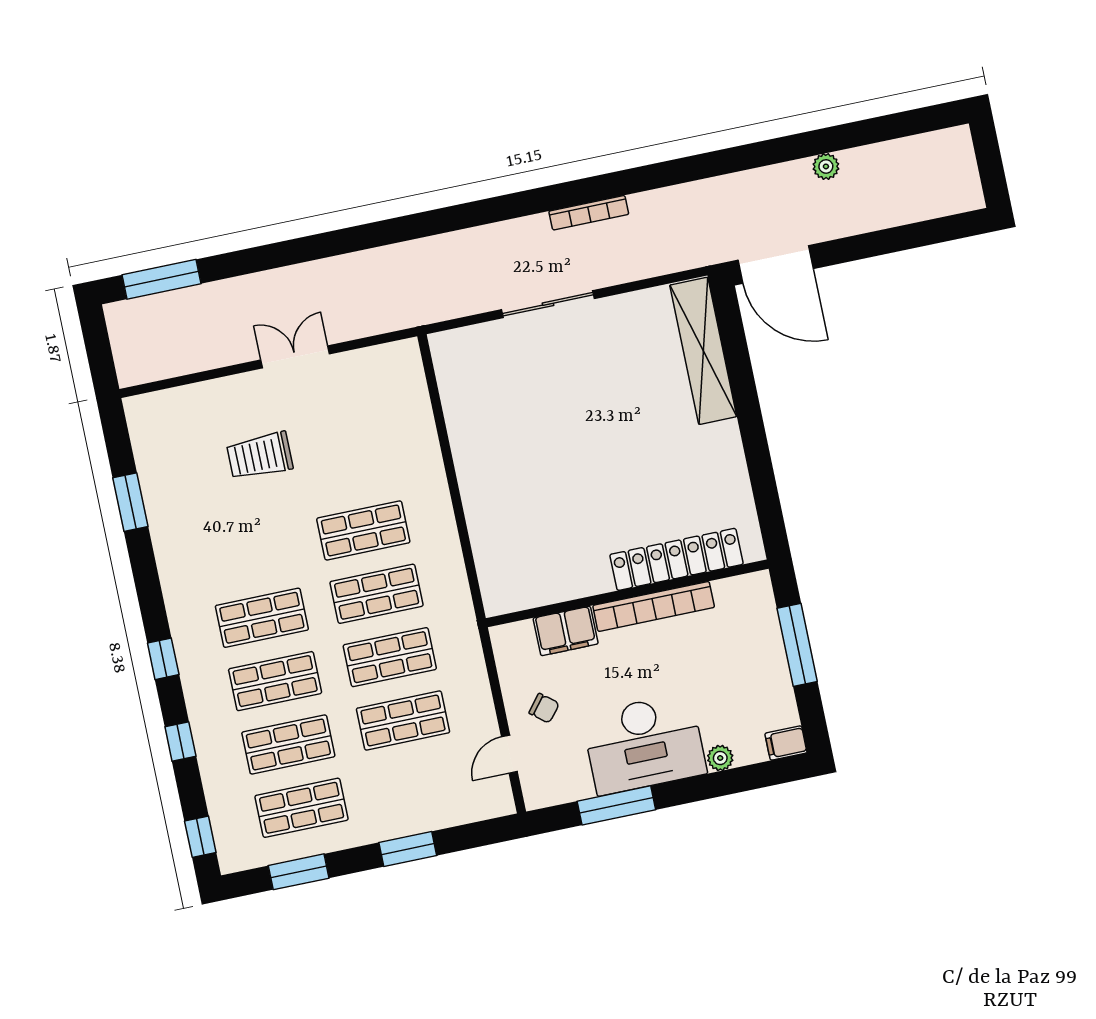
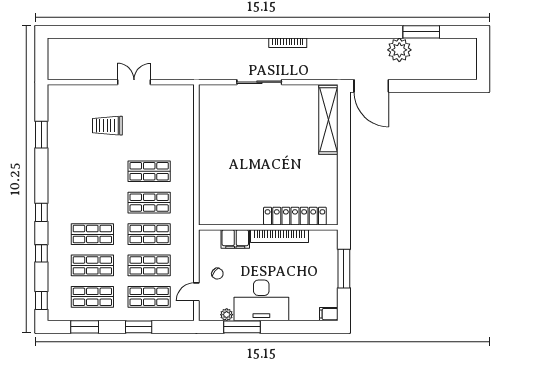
plant: (826, 166) -> (399, 50), width x1.88, depth x1.88
window: (161, 279) -> (421, 32), moved
shop shelf: (262, 618) -> (149, 297), moved
plant: (720, 758) -> (227, 315), moved

